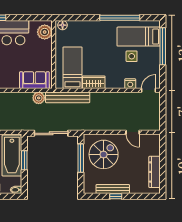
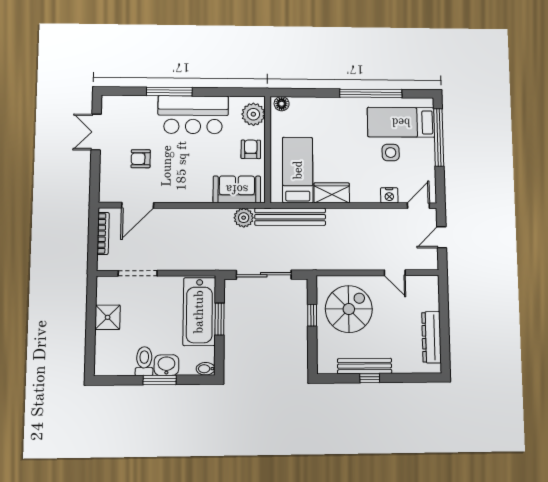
armchair: (43, 55) -> (251, 149), added
door: (163, 110) -> (442, 237), added
window: (81, 158) -> (312, 315), width x0.46

